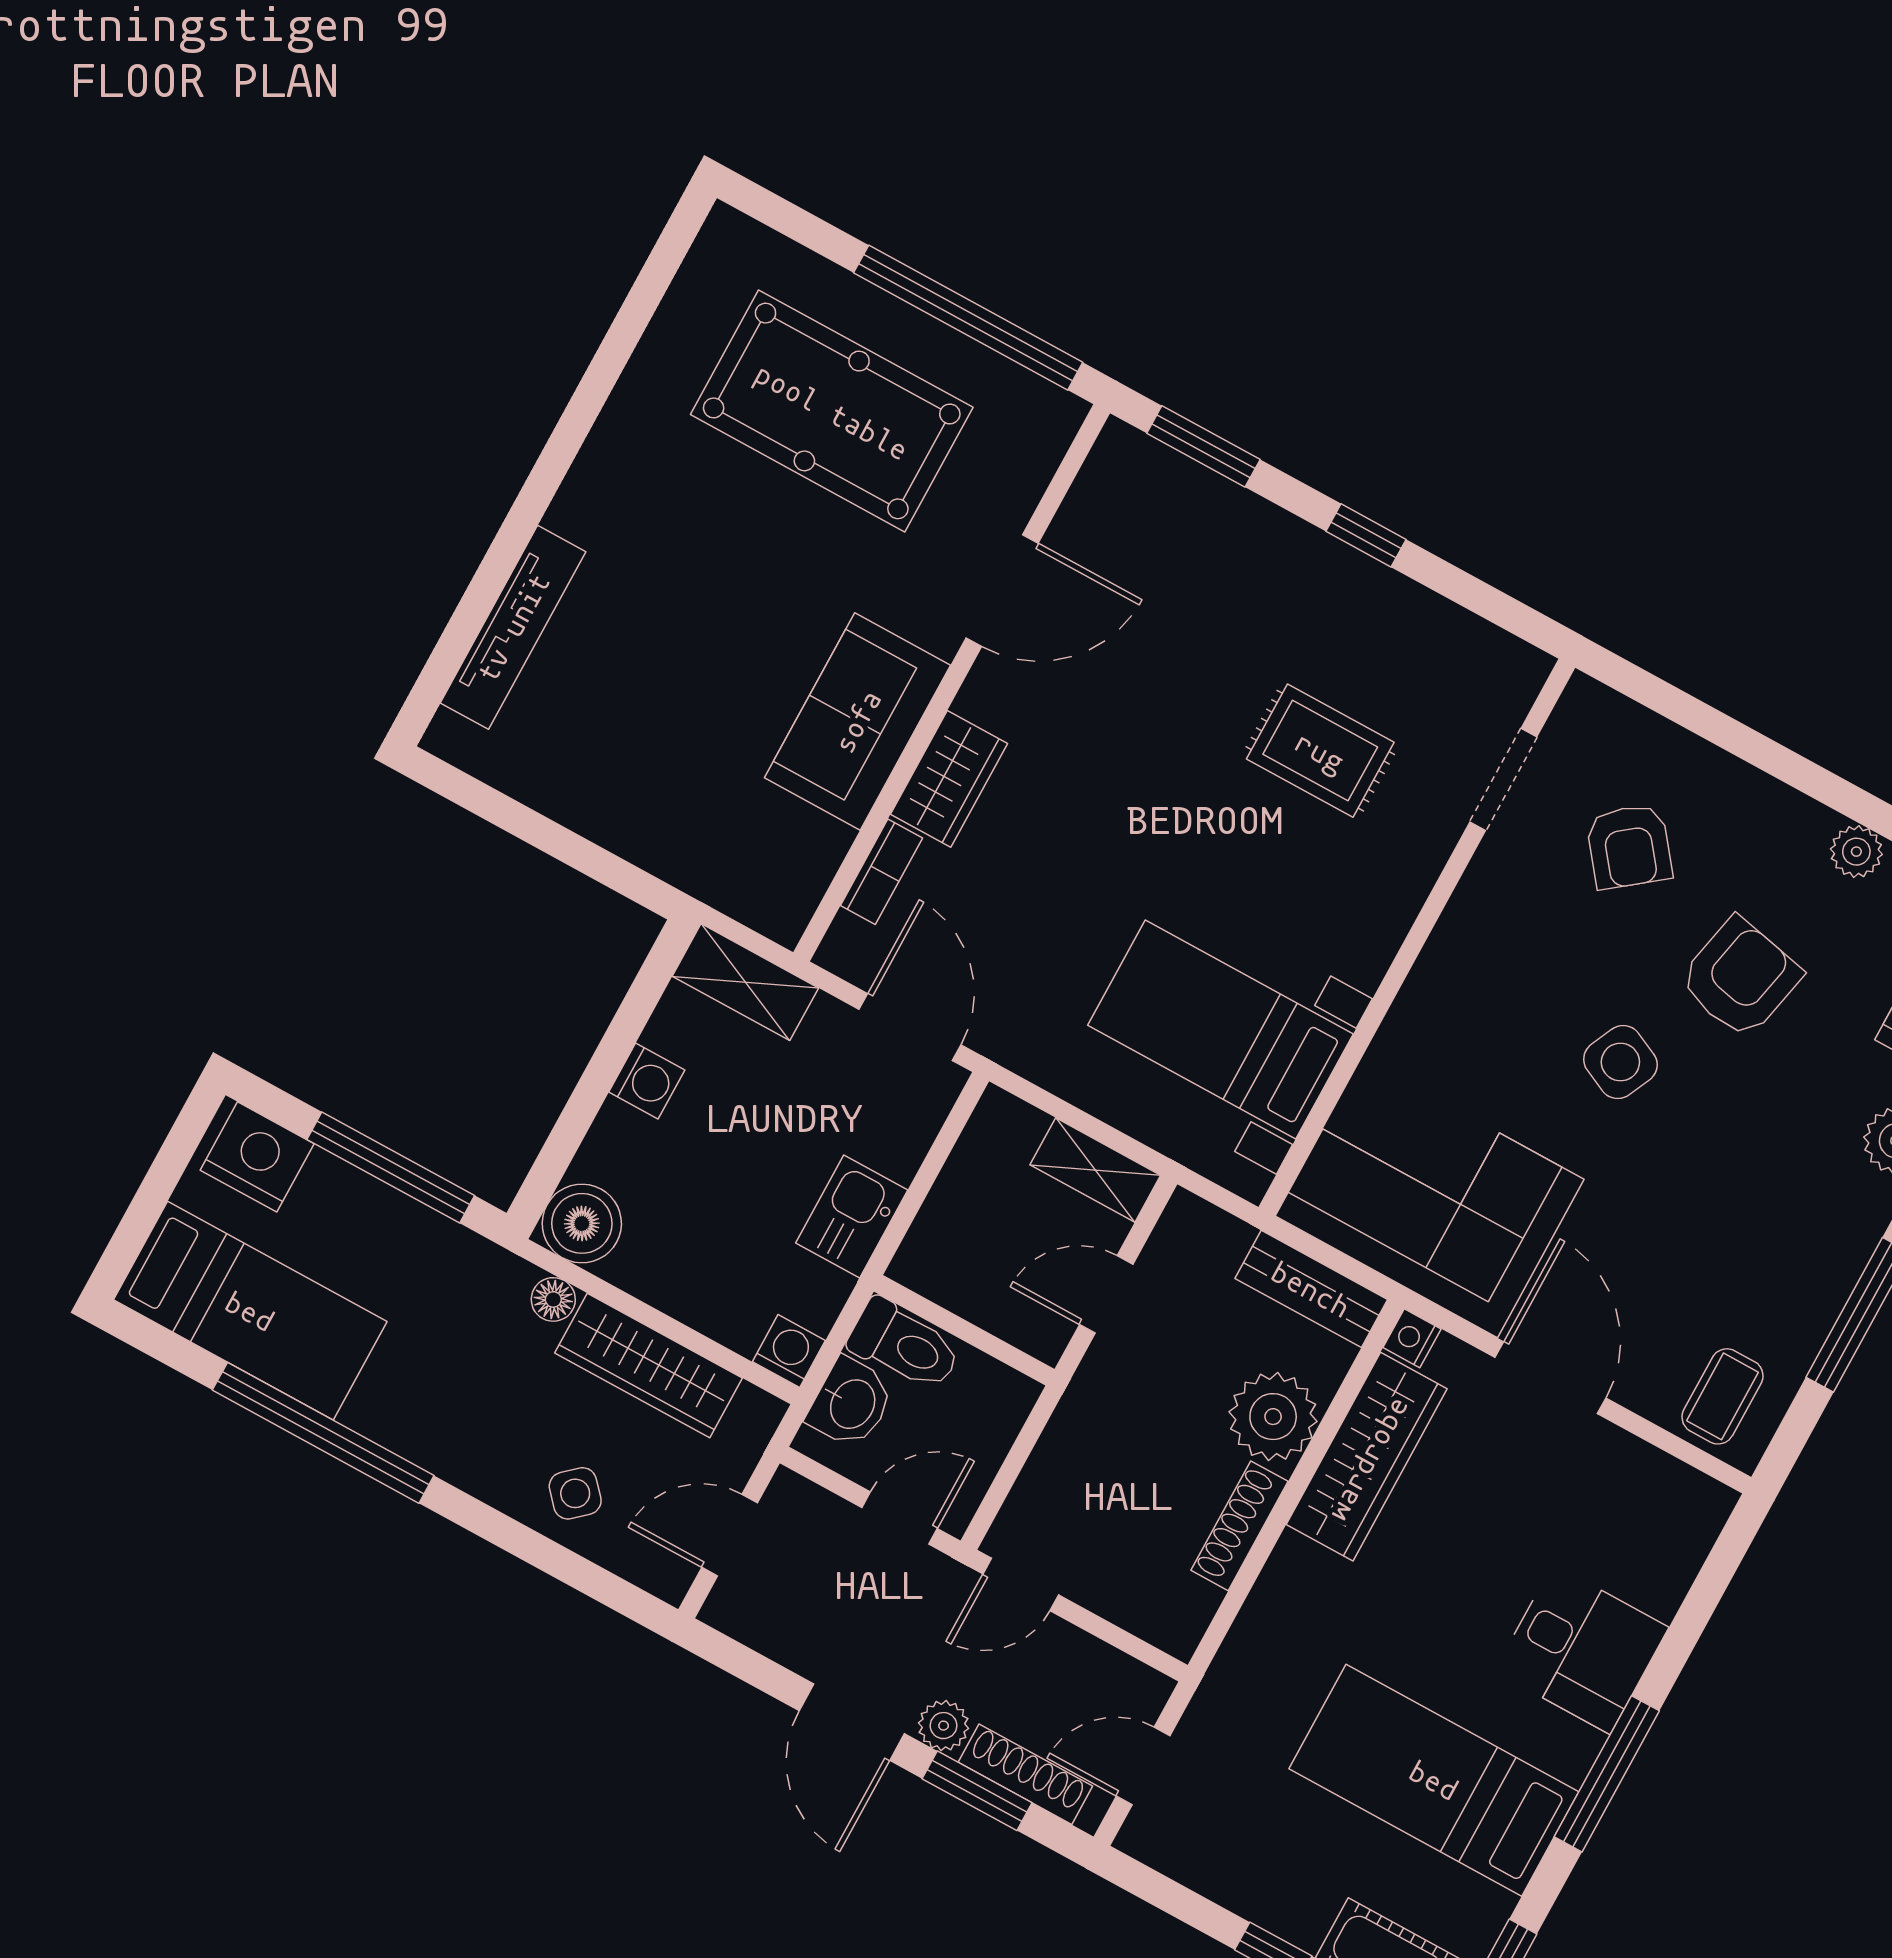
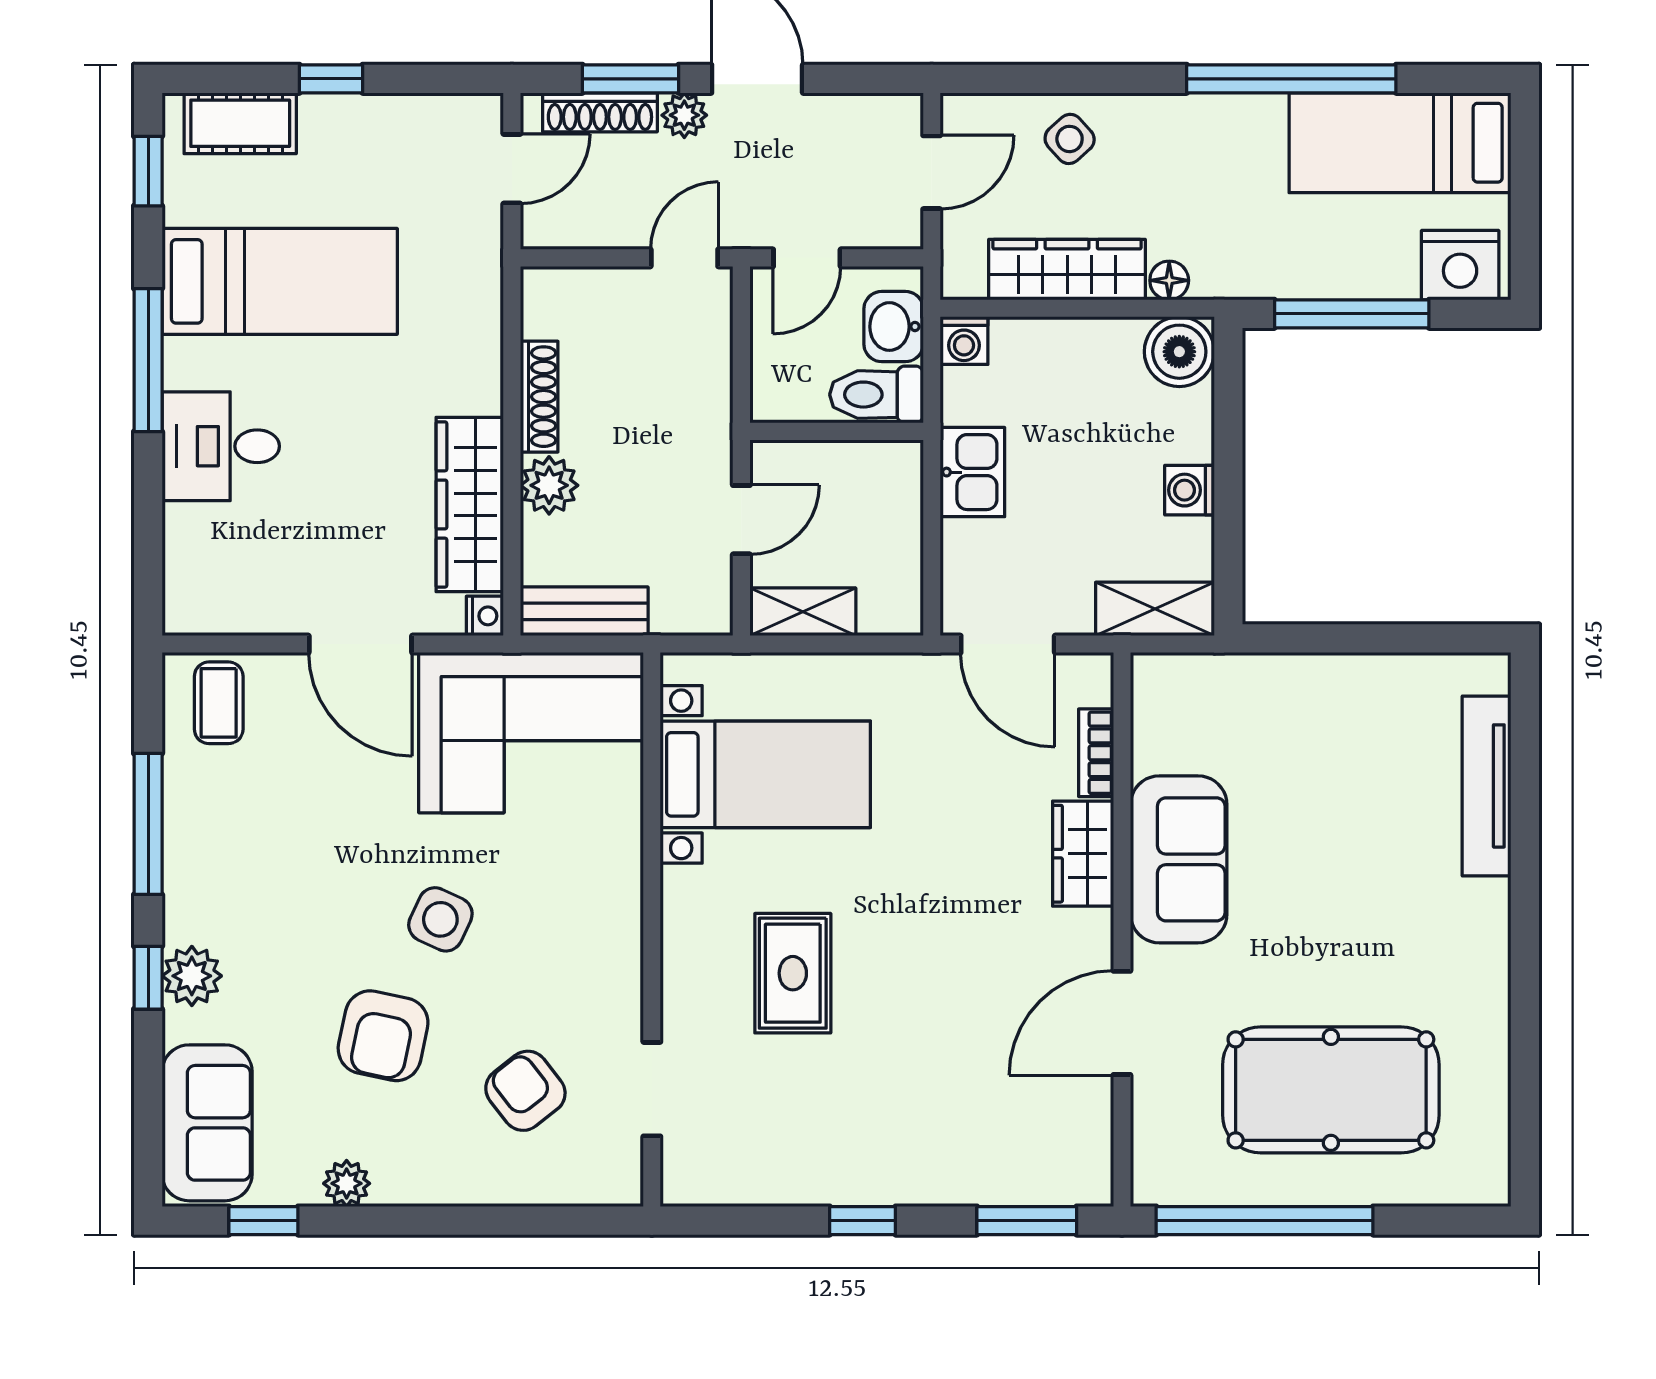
rug: (1320, 751) -> (793, 973), moved, turned 90
plant: (1273, 1417) -> (549, 485), width x0.73, depth x0.73

